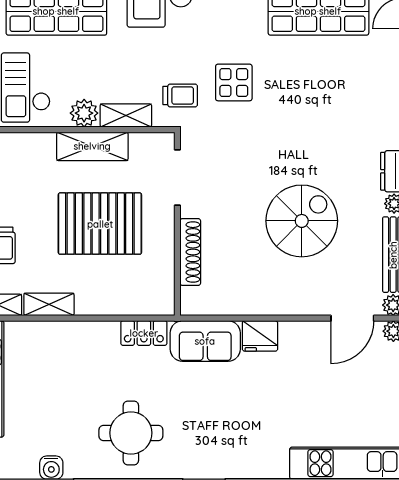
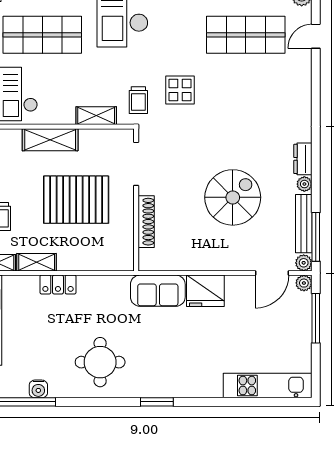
trolley: (180, 95) -> (138, 100), turned 90
plant: (84, 113) -> (64, 114), removed
shelving: (92, 146) -> (50, 140), moved
locker: (144, 333) -> (58, 285), moved
fridge: (260, 336) -> (205, 291), width x1.36, depth x1.34

